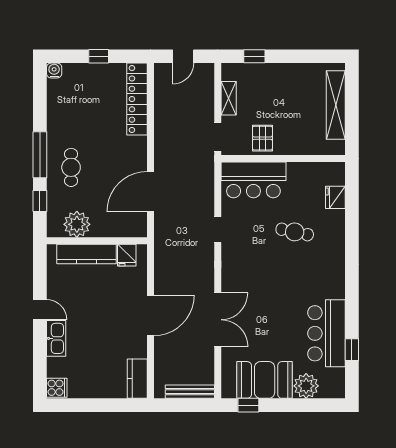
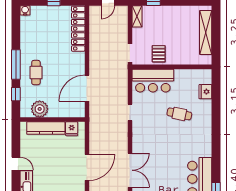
shelving: (229, 98) -> (137, 16), moved

